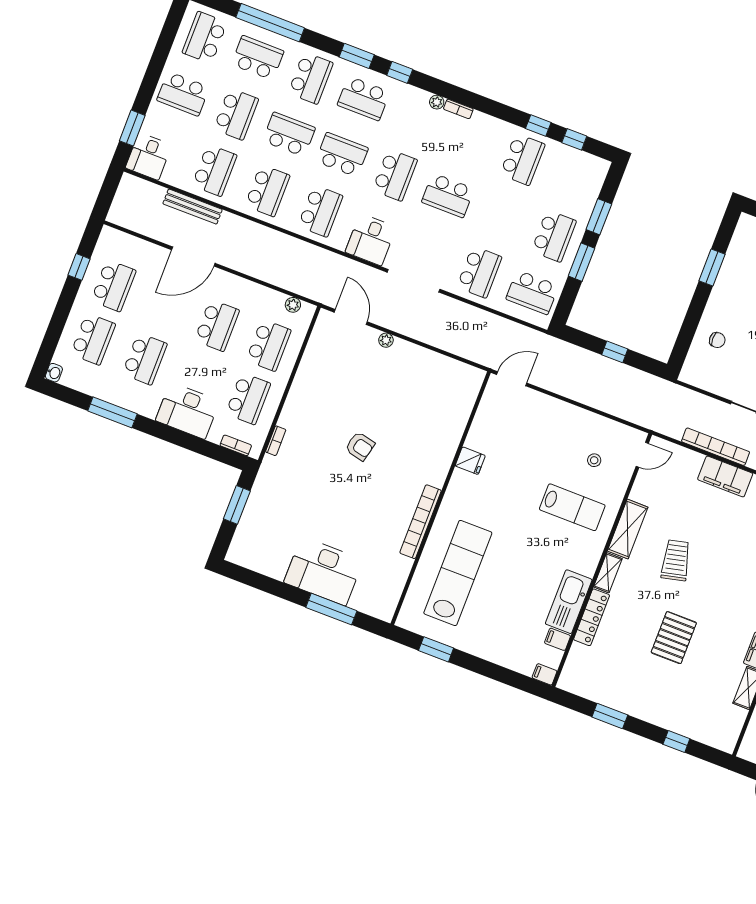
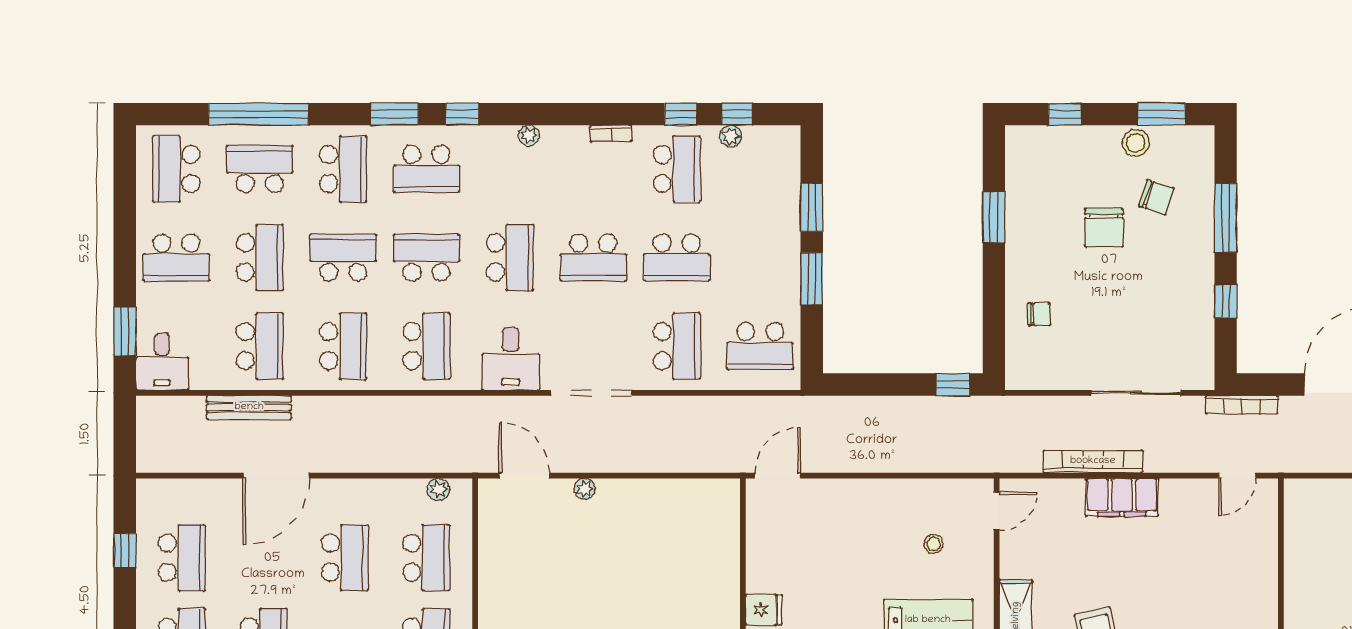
bookcase: (458, 109) -> (611, 133), moved
plant: (565, 152) -> (731, 136), added
school desk: (554, 236) -> (677, 258), moved, turned 90
window: (615, 352) -> (953, 384), moved

